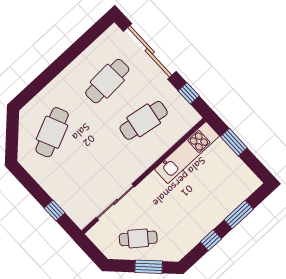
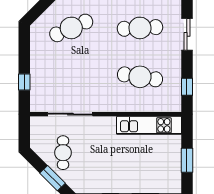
sliding door: (150, 51) -> (187, 34), width x0.54
window: (234, 142) -> (187, 160), moved
cafe table: (138, 238) -> (63, 153), turned 52

